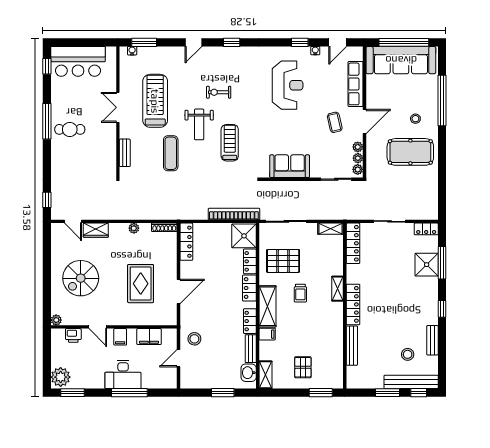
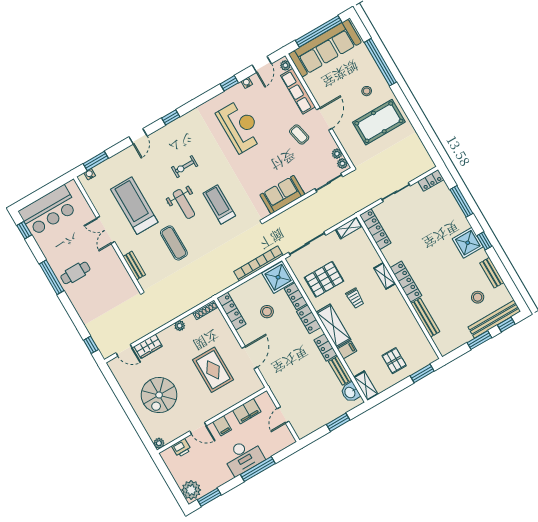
plant: (358, 147) -> (285, 65), moved
shower: (427, 265) -> (468, 243), moved
stool: (194, 339) -> (267, 312), moved

